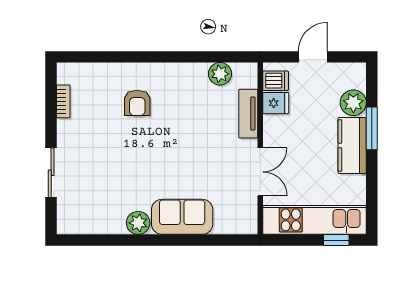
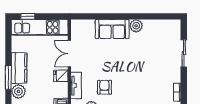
armchair: (137, 103) -> (104, 87), moved
fridge: (276, 103) -> (61, 76), moved

